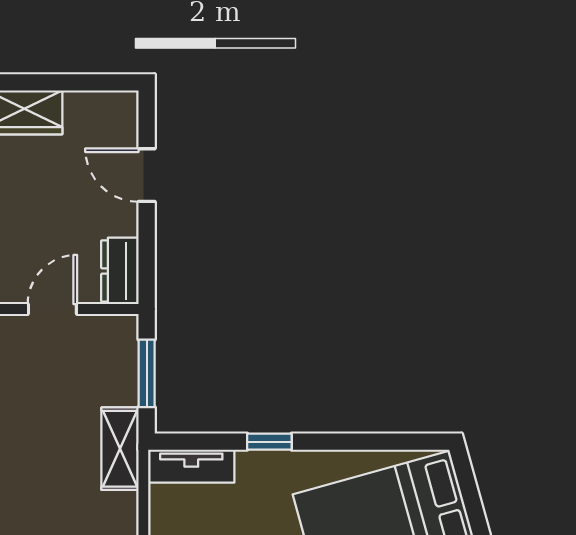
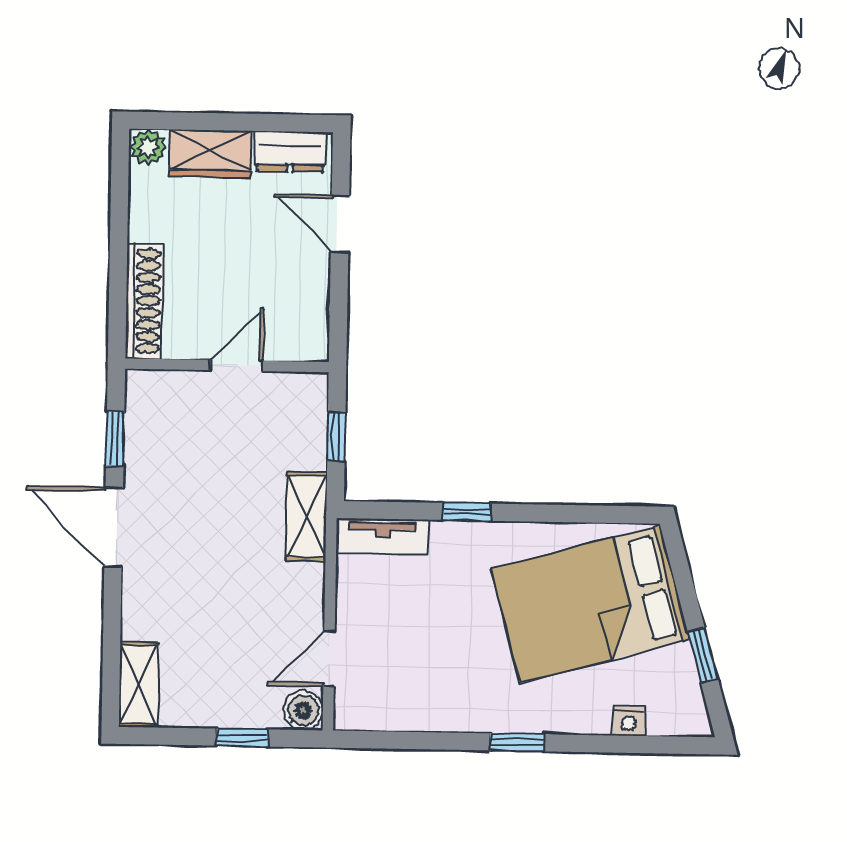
dresser: (120, 271) -> (290, 152), moved, turned -90
window: (147, 373) -> (336, 436), width x0.67

